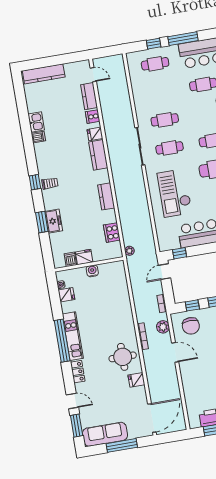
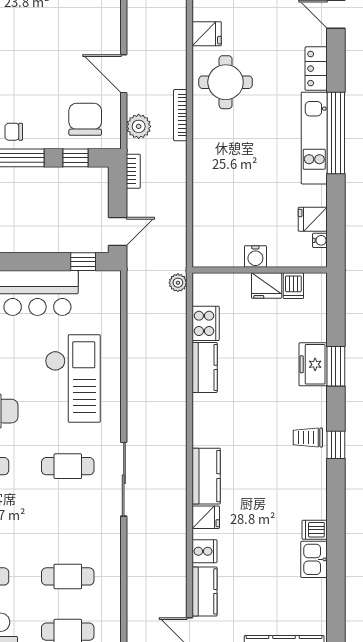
cafe table: (165, 120) -> (68, 576), moved
kitchen counter: (106, 196) -> (205, 367), moved

